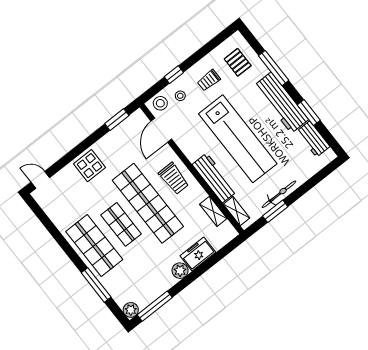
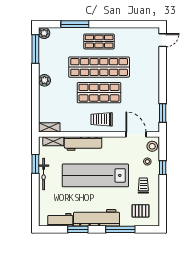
display table: (90, 166) -> (148, 76), removed
shop shelf: (148, 203) -> (99, 93), width x0.71
shelving: (213, 211) -> (49, 127), moved
shop shelf: (121, 224) -> (99, 67), width x2.00, depth x1.36
shop shelf: (94, 246) -> (99, 41), width x0.70, depth x0.74
freezer: (198, 254) -> (46, 99), removed

